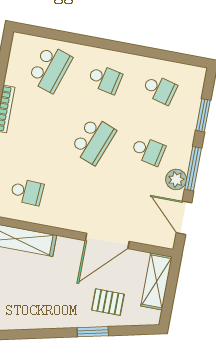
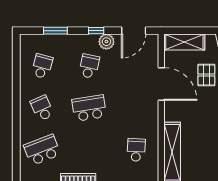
school desk: (50, 69) -> (42, 150), turned -39
school desk: (105, 79) -> (42, 108), turned -36
school desk: (93, 141) -> (89, 108), turned -30
window: (193, 169) -> (96, 31), width x0.46

